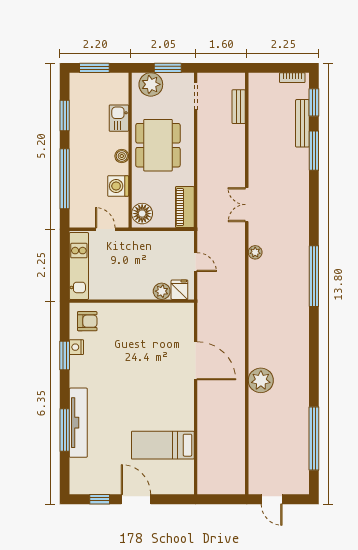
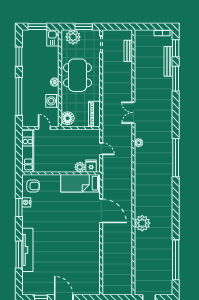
kitchen sink: (119, 118) -> (53, 38), moved
bed: (163, 445) -> (81, 183), moved

